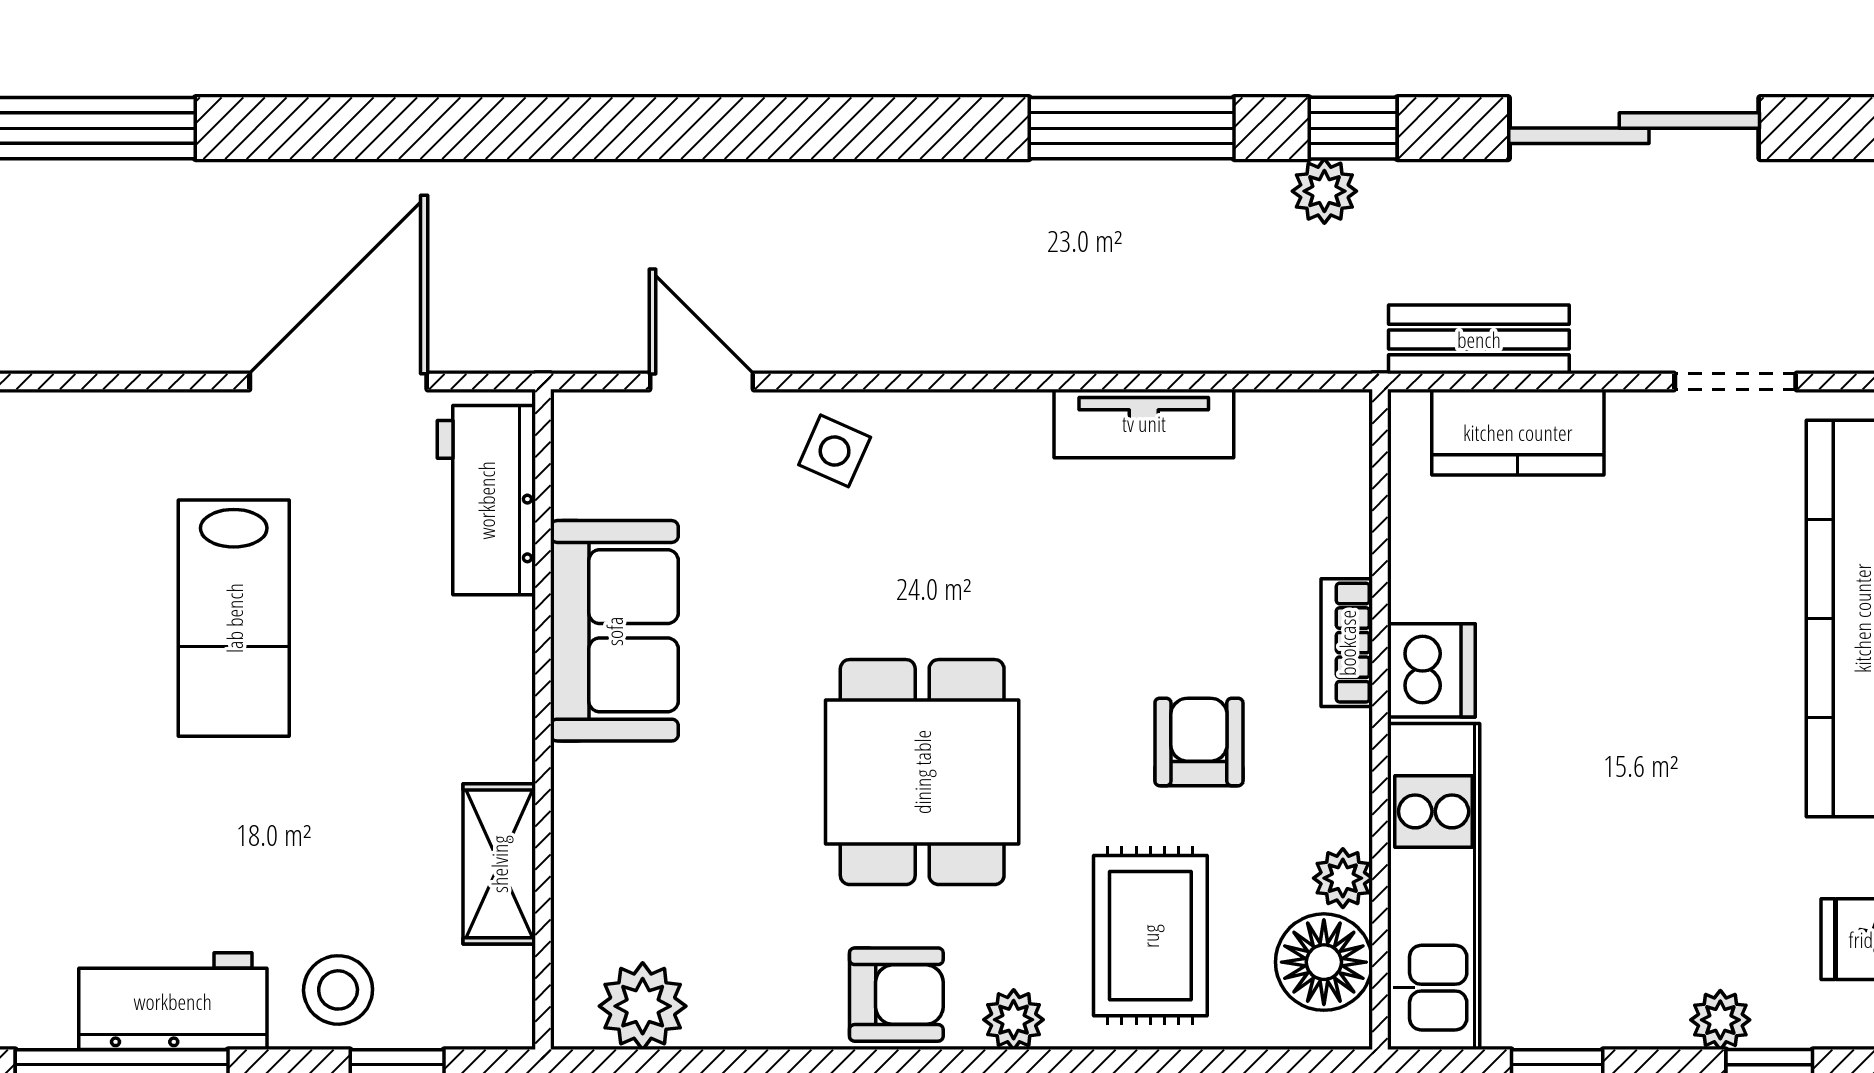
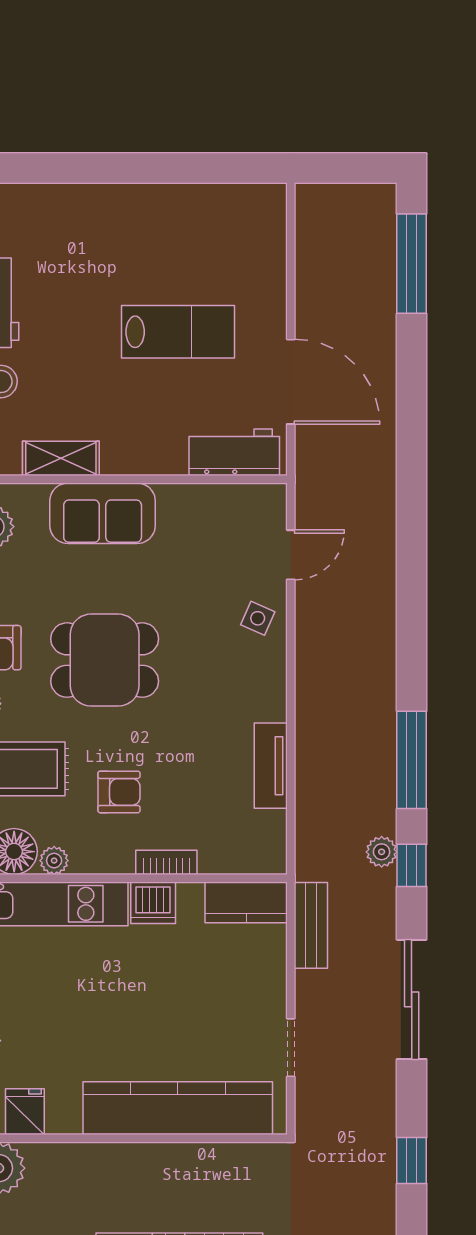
kitchen counter: (1518, 432) -> (246, 902), moved, turned -90
lab bench: (234, 618) -> (178, 332), turned 180
sofa: (614, 631) -> (103, 513), moved

